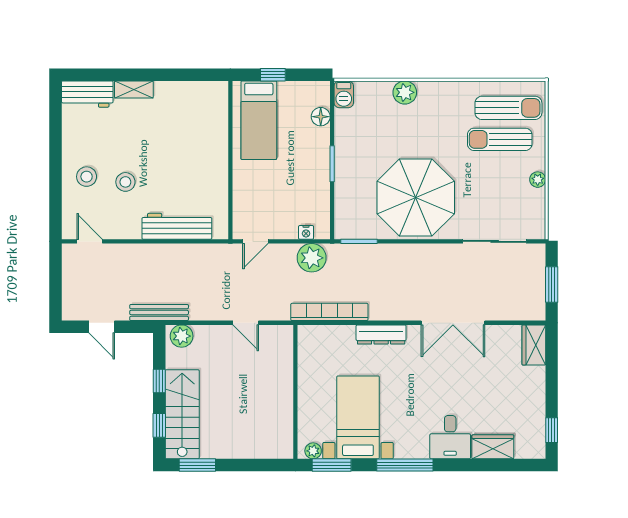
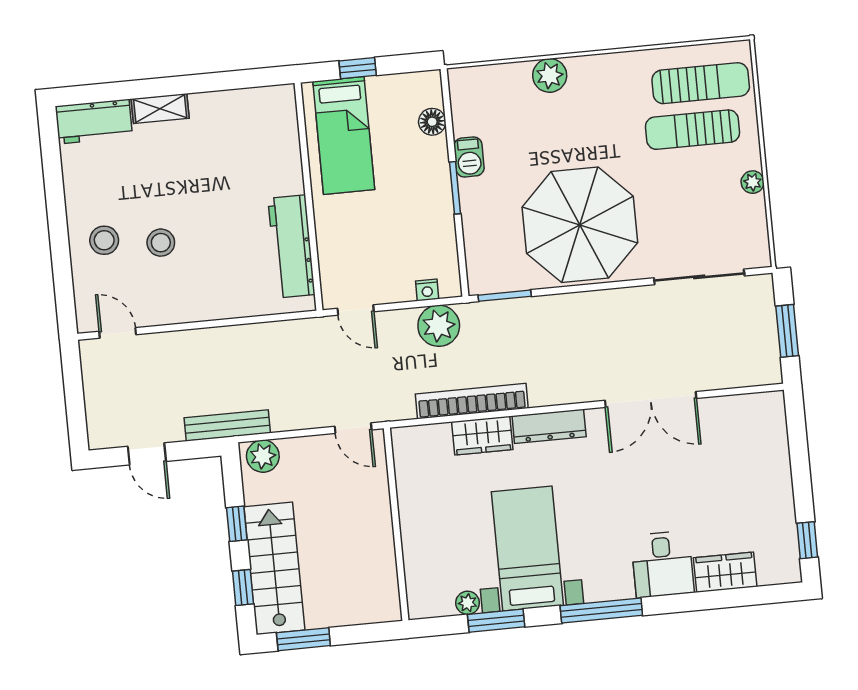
barbecue: (344, 94) -> (469, 157), moved
workbench: (177, 226) -> (291, 246), moved, turned -90
door: (255, 241) -> (356, 310), hinge flipped
wardrobe: (534, 345) -> (482, 436), moved, turned -90
wall: (295, 392) -> (396, 524), moved

